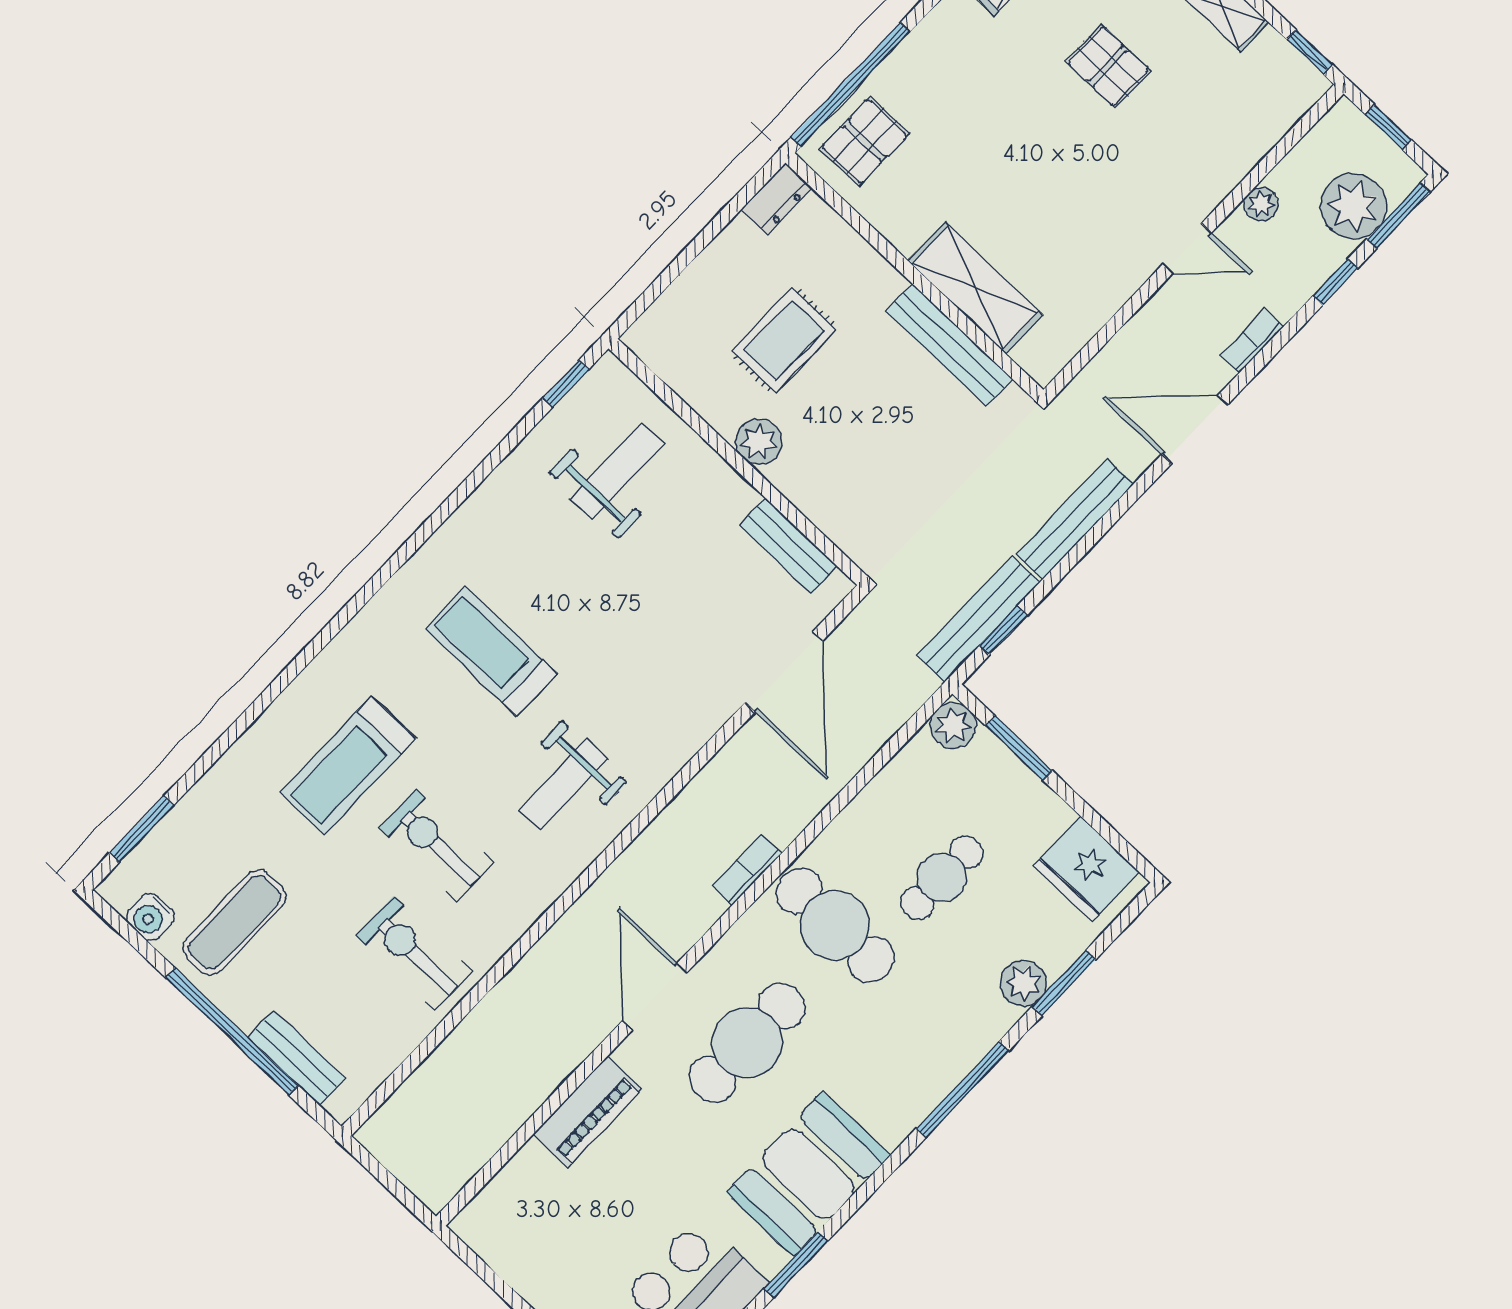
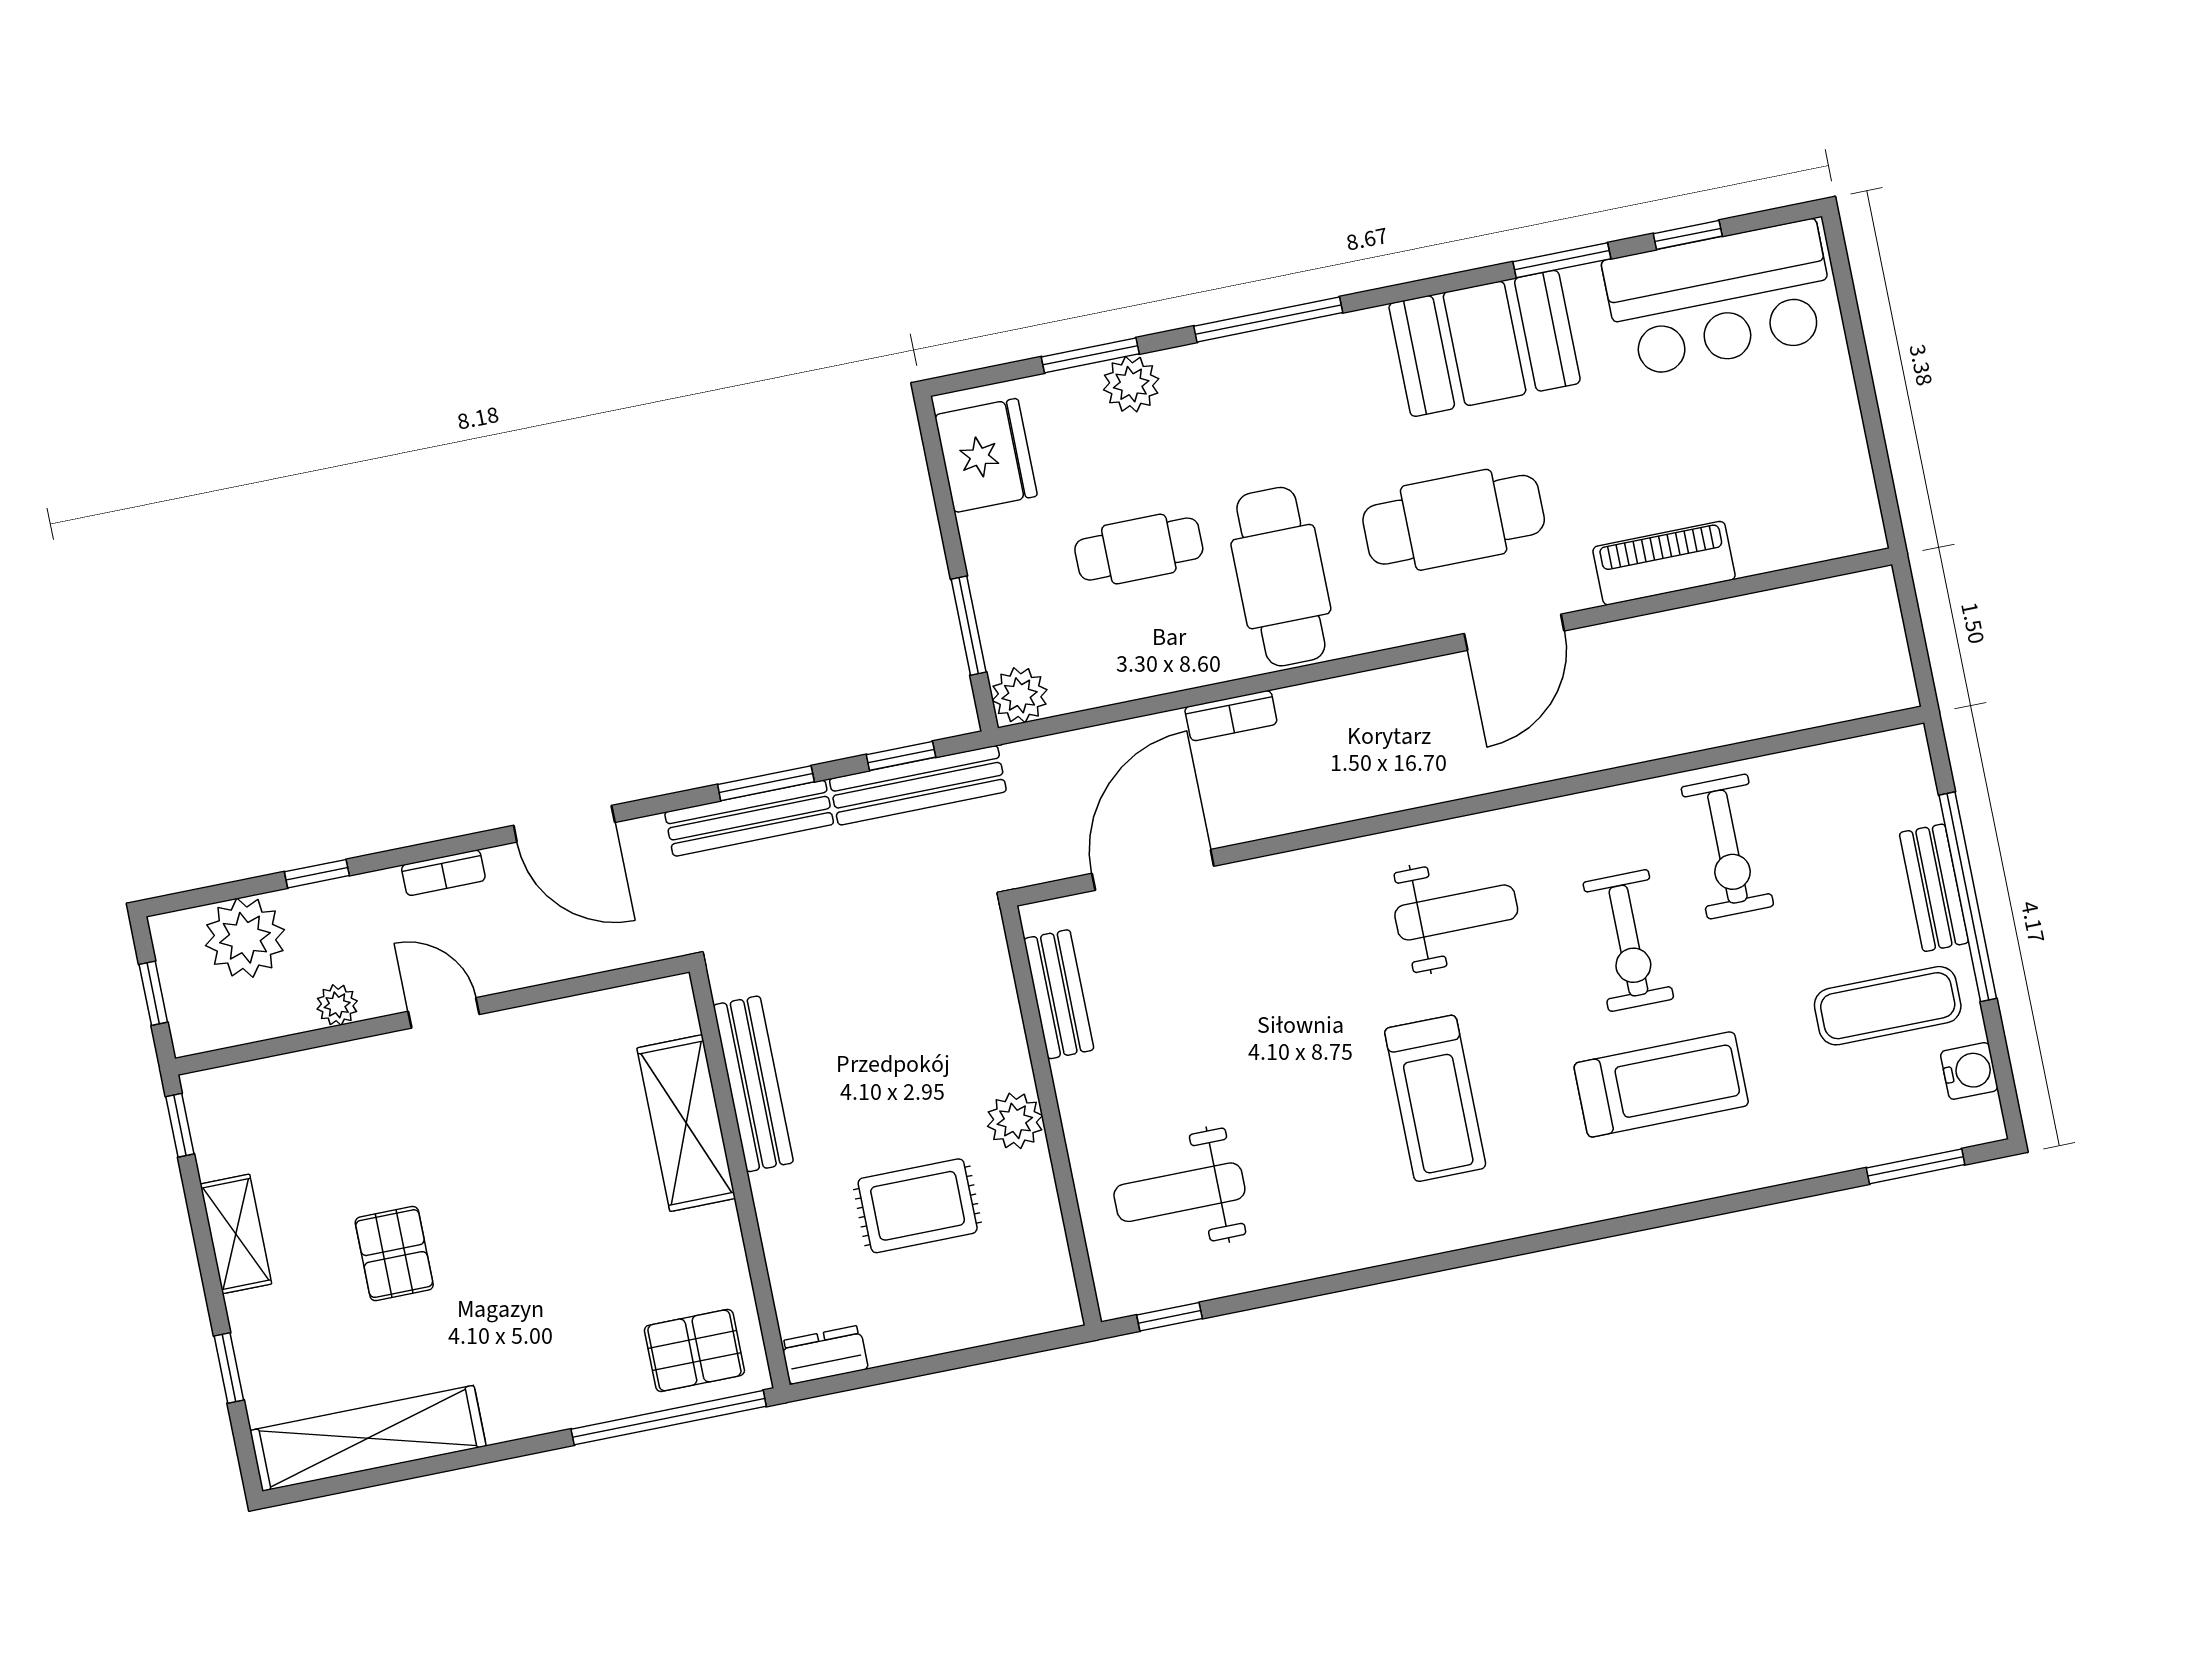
window: (1398, 216) -> (766, 783), moved
bookcase: (747, 869) -> (1231, 716), moved
bench: (296, 1058) -> (1934, 888), moved

